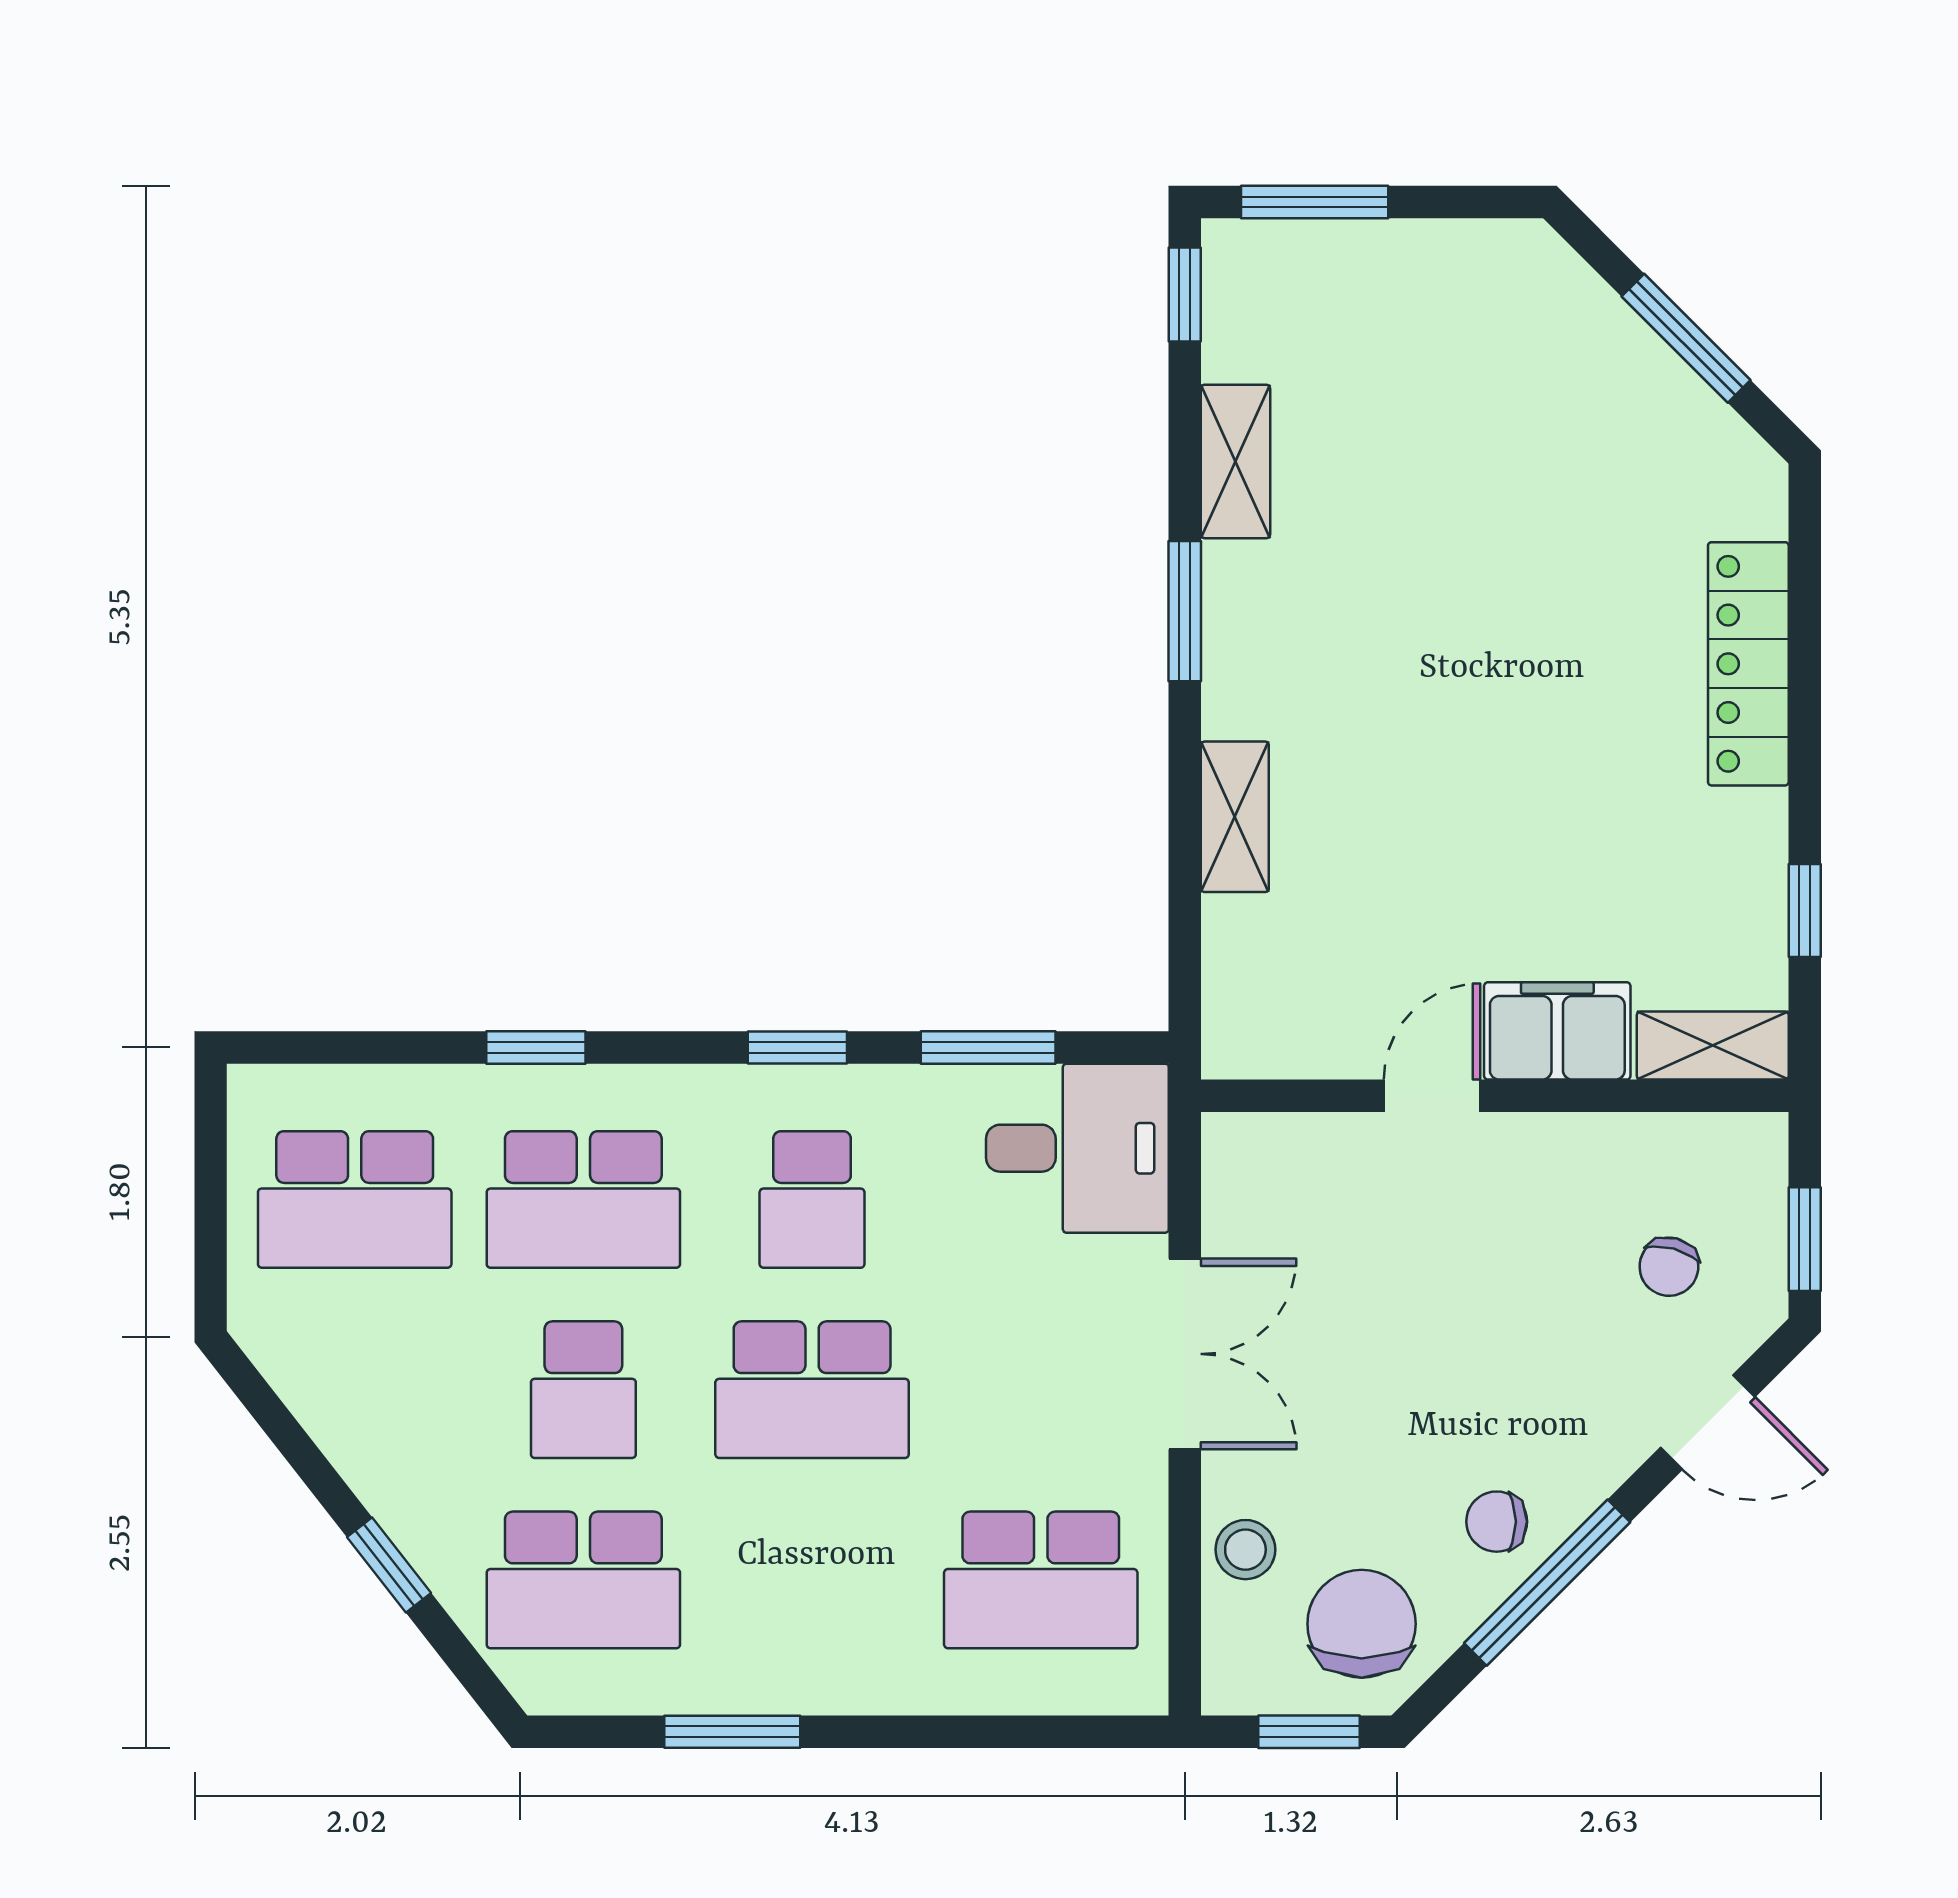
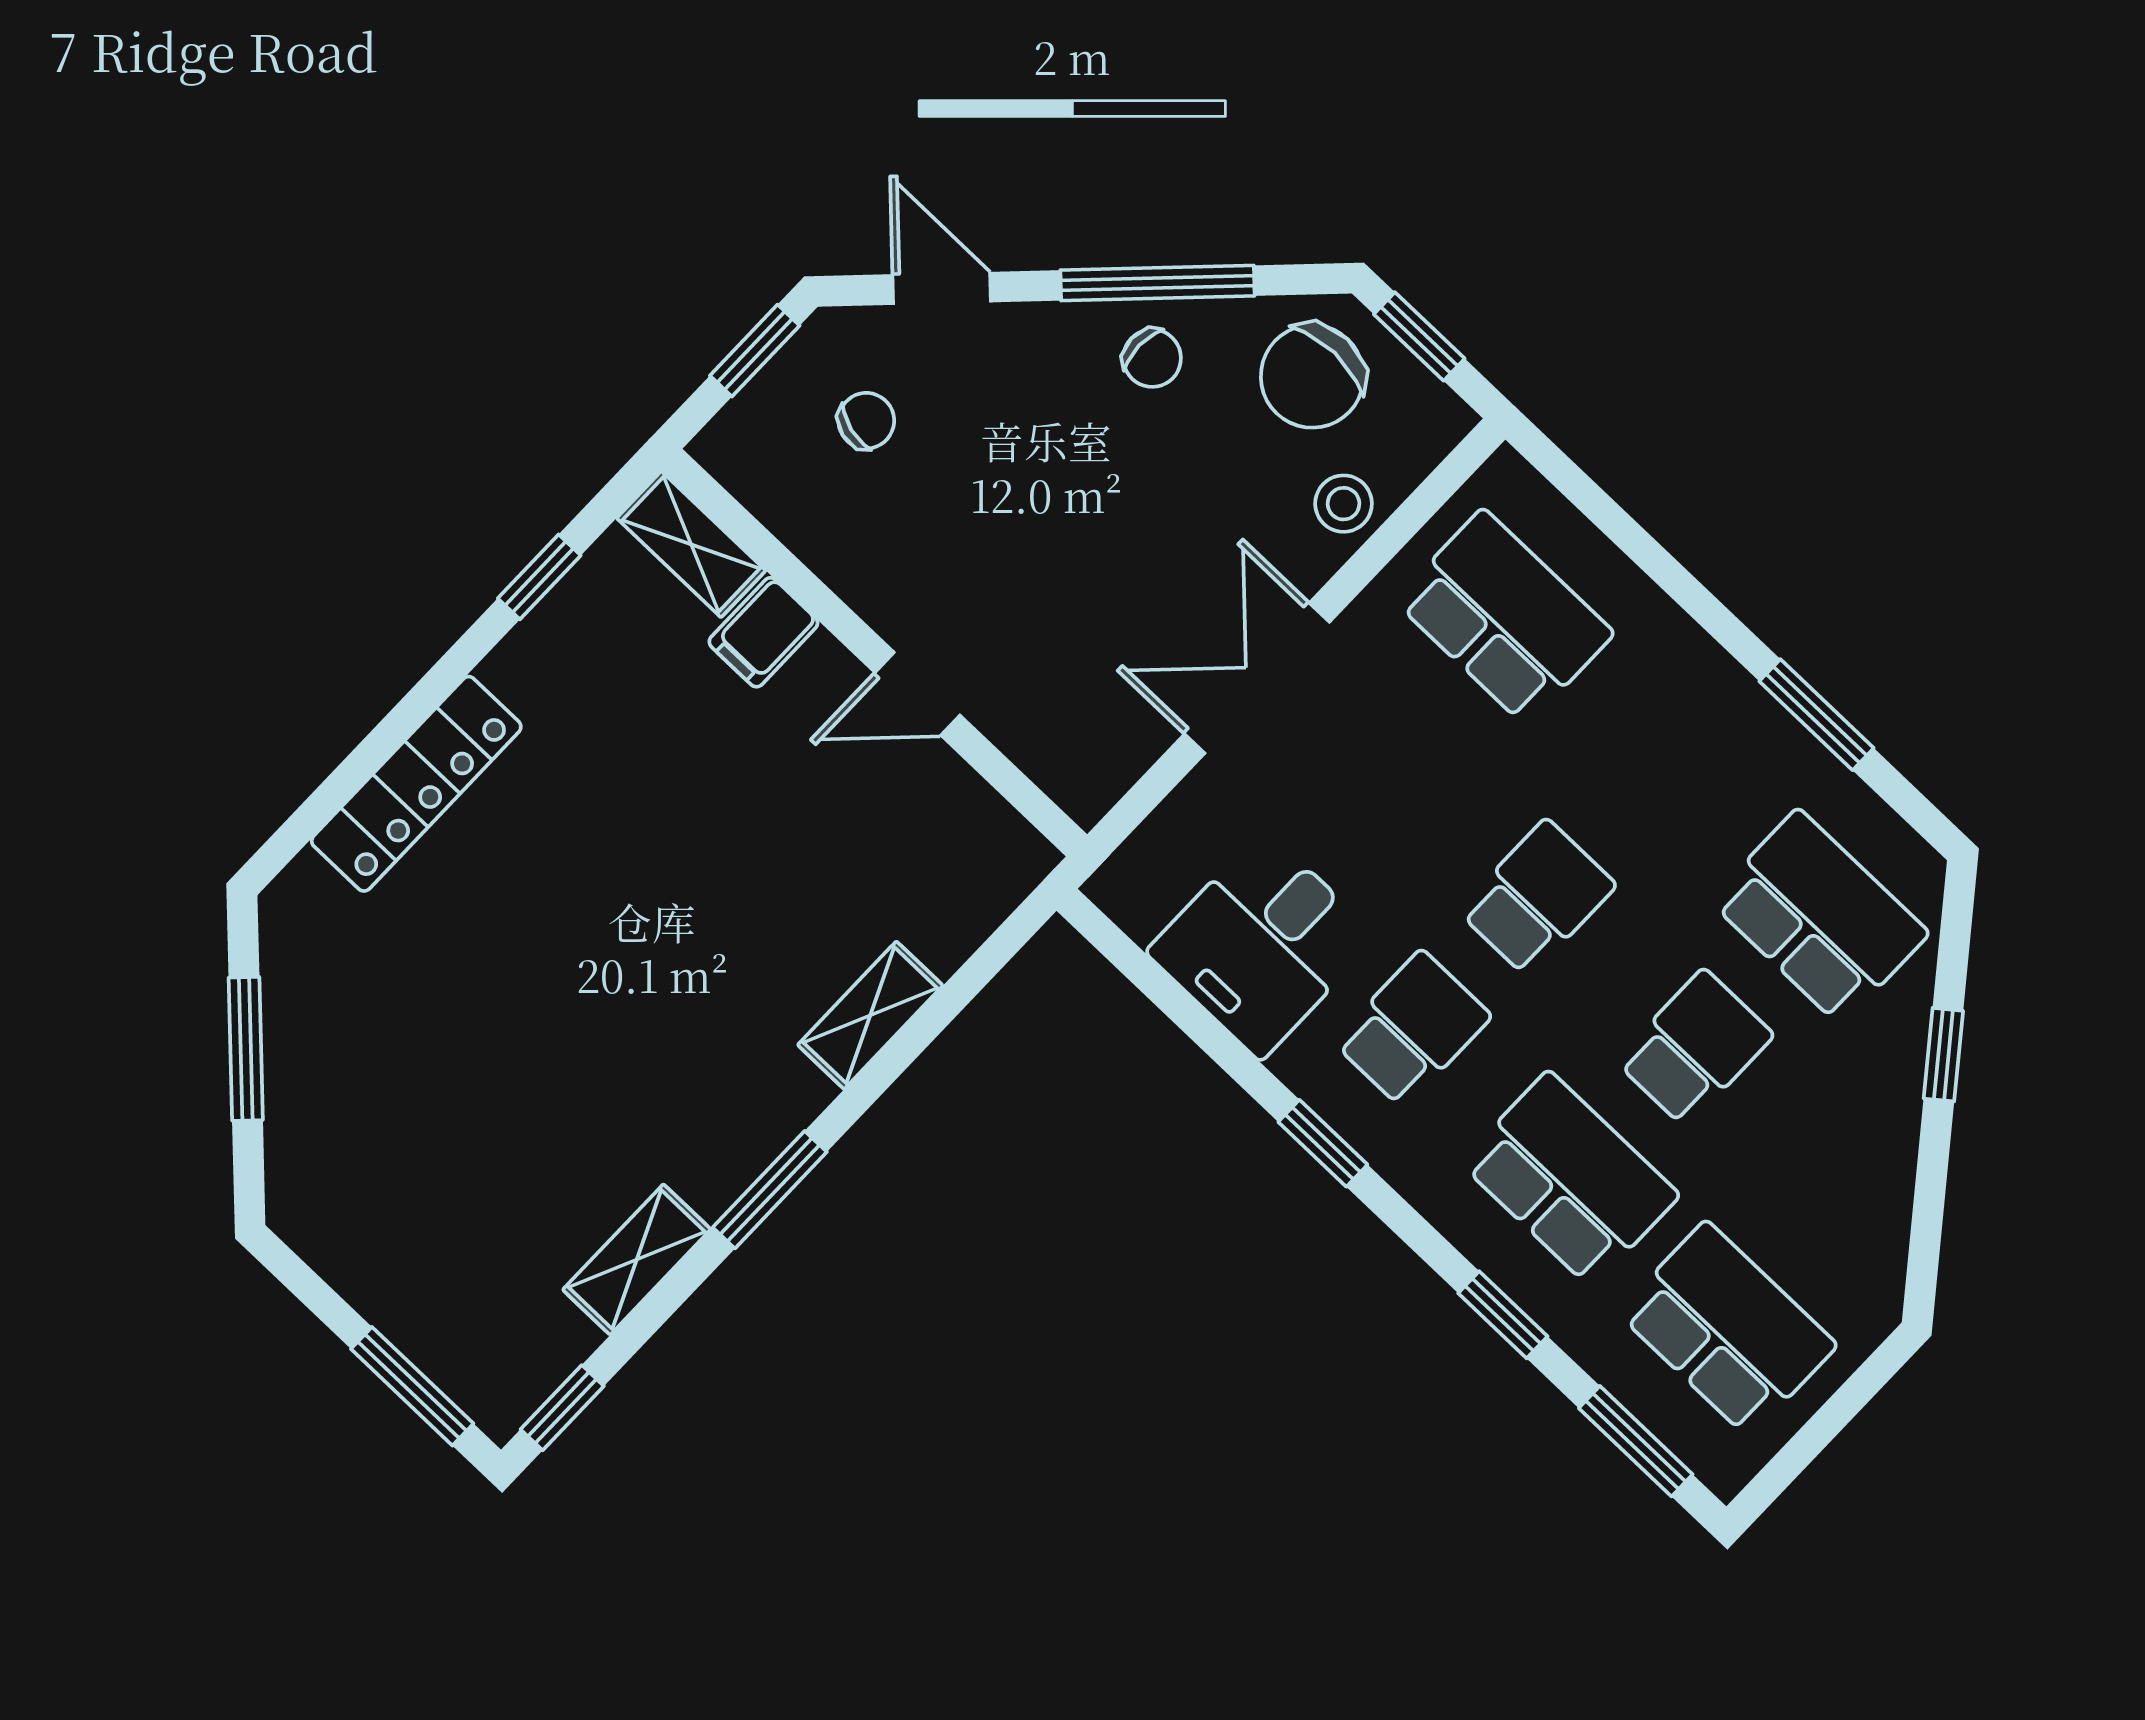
filing cabinet: (1557, 1031) -> (763, 632), width x0.50
window: (988, 1047) -> (1636, 1441), moved
desk: (1077, 1148) -> (1262, 945), moved, turned -90
school desk: (812, 1390) -> (1537, 898), width x0.54

